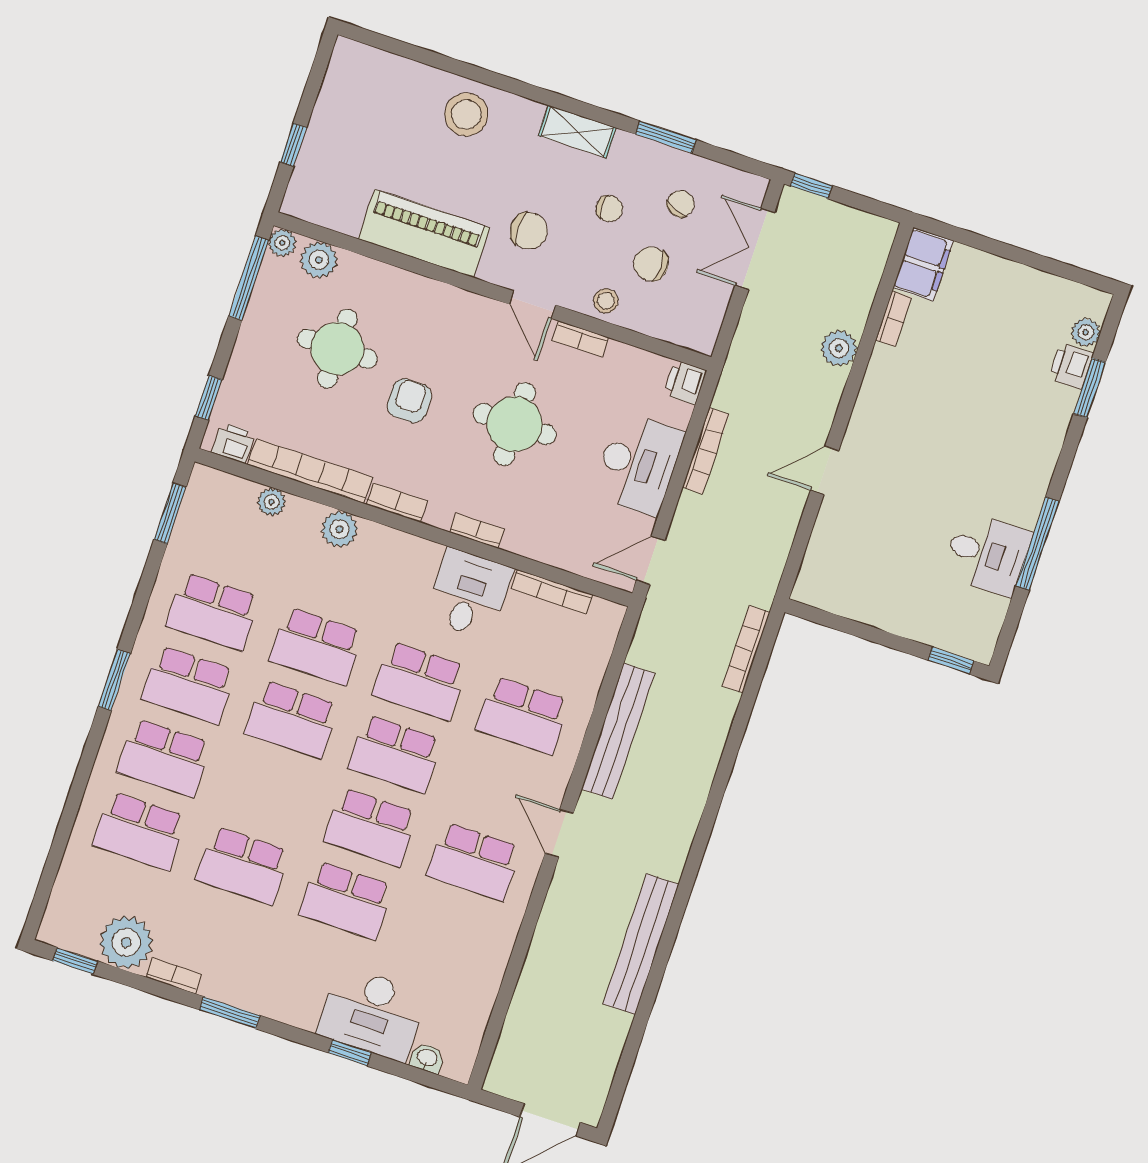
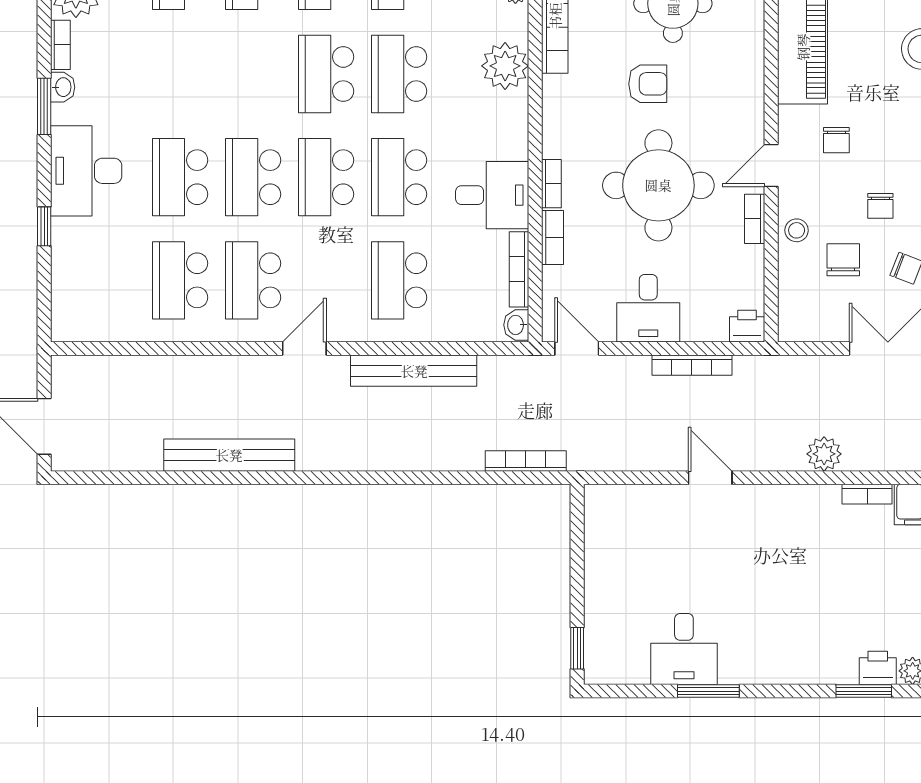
chair: (529, 231) -> (836, 140), width x0.73, depth x0.73
round table: (515, 424) -> (658, 185), width x1.36, depth x1.36
desk: (638, 464) -> (648, 308), width x0.73
bookcase: (397, 503) -> (552, 238), moved
plant: (340, 529) -> (505, 66), width x1.36, depth x1.36
window: (1038, 543) -> (708, 691), width x0.69
washbasin: (607, 613) -> (516, 325), added
school desk: (243, 866) -> (180, 280), moved
desk: (372, 1013) -> (86, 171), moved
washbasin: (427, 1058) -> (63, 87), moved

